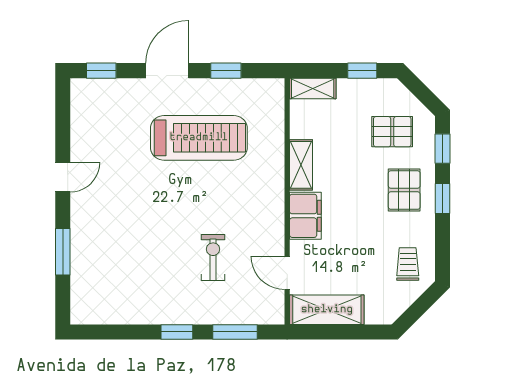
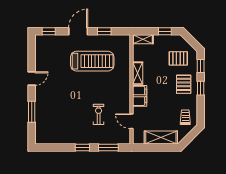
shelving: (327, 310) -> (161, 138), moved

